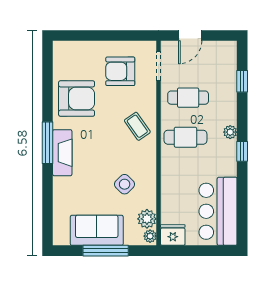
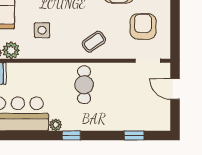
cafe table: (188, 98) -> (119, 87), removed
plant: (230, 132) -> (56, 125), moved
side table: (125, 184) -> (42, 30), turned 45

